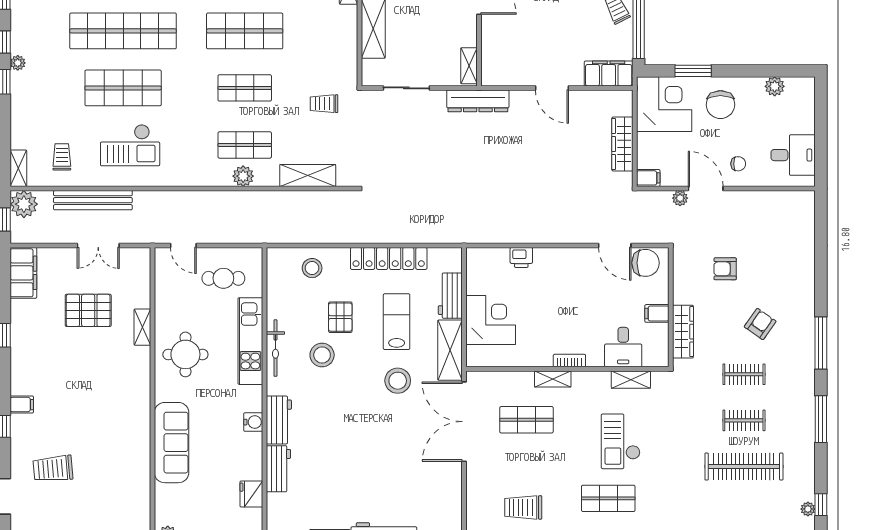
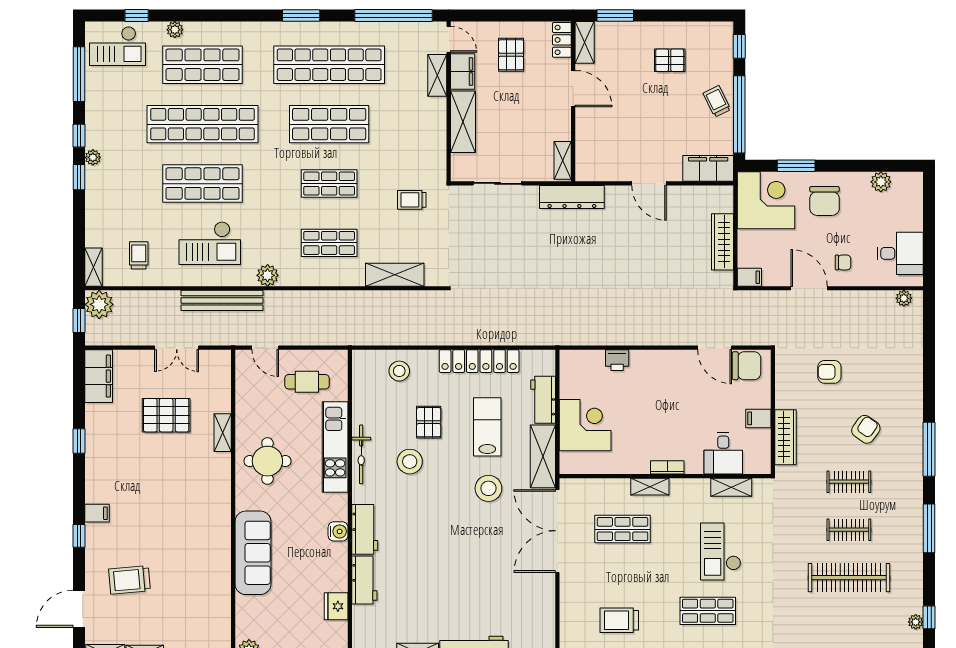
plant: (243, 176) -> (268, 275), moved
plant: (680, 198) -> (904, 298), moved
bench: (93, 200) -> (222, 300), moved

